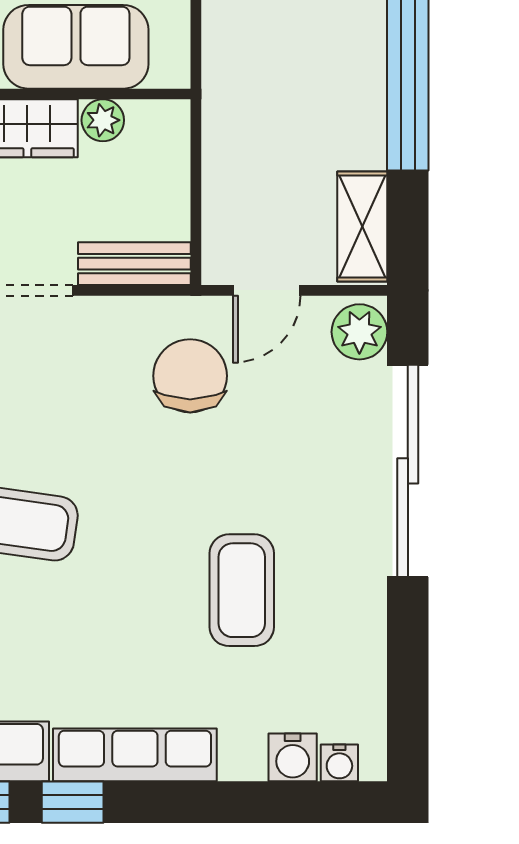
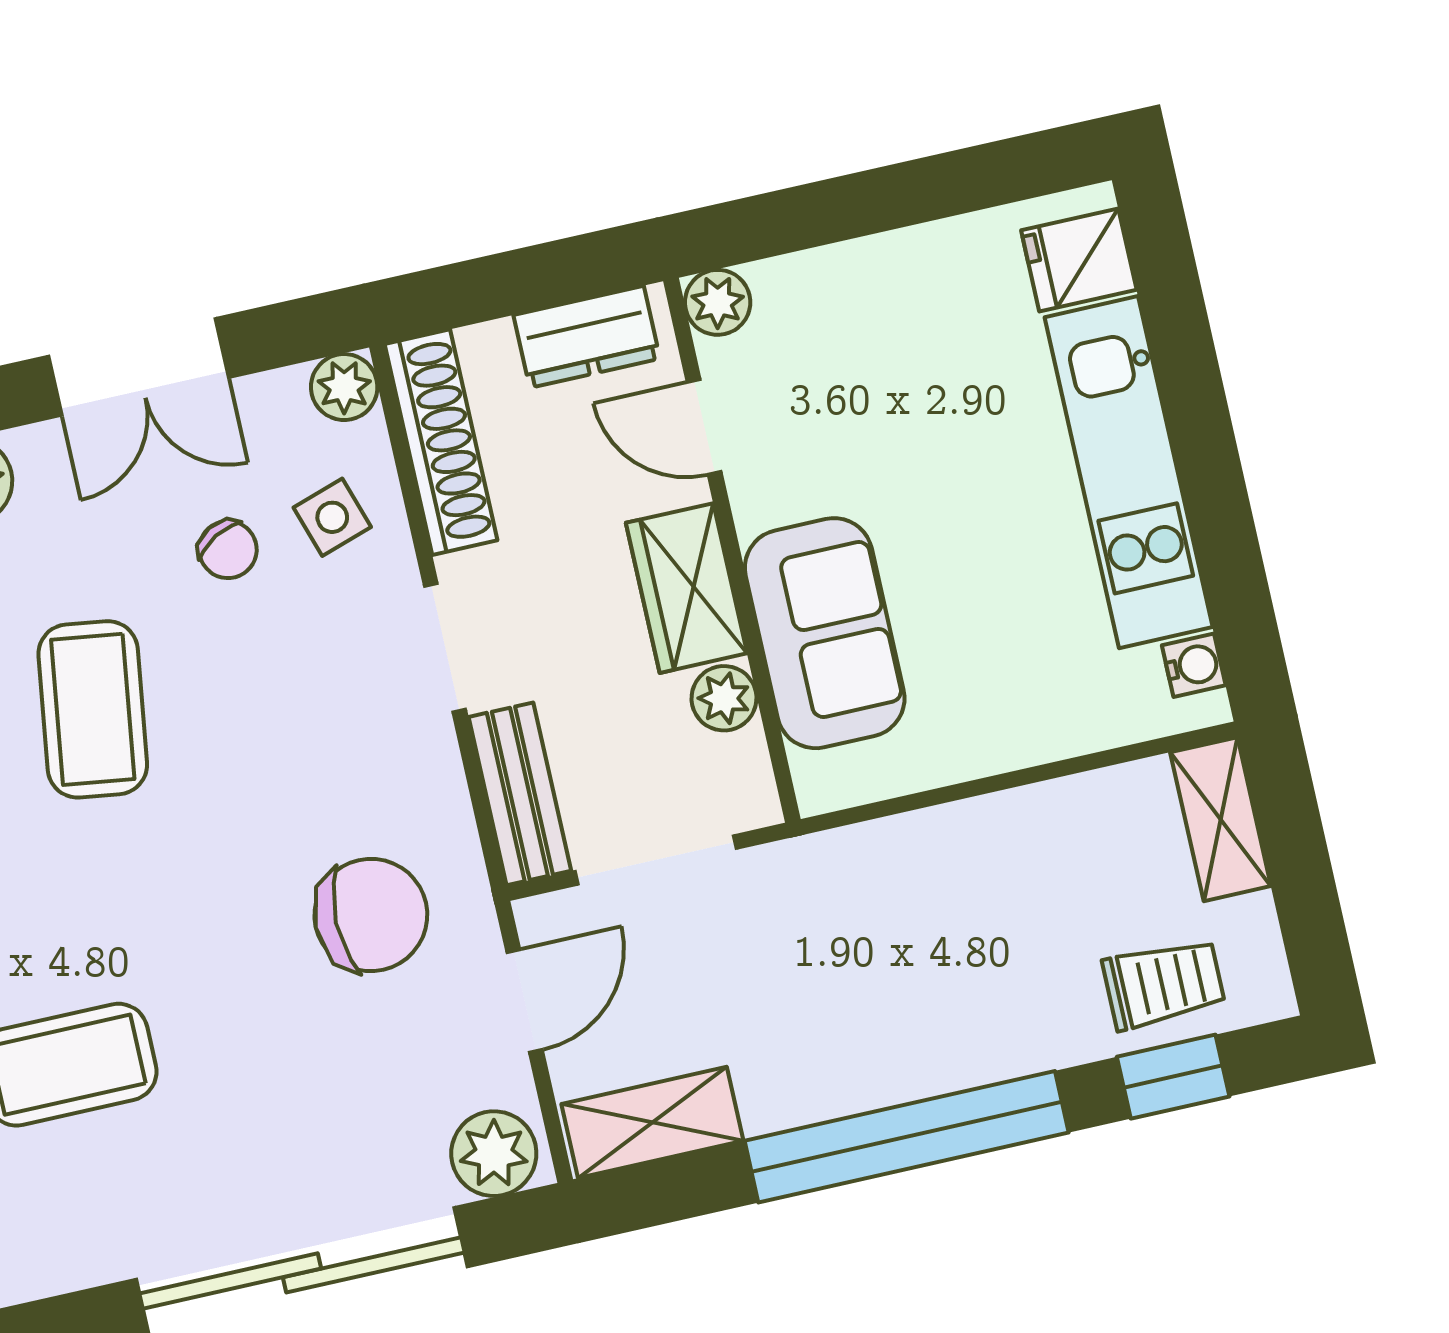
doorway: (196, 187) -> (656, 860), added
door: (267, 290) -> (525, 1001), swing flipped

